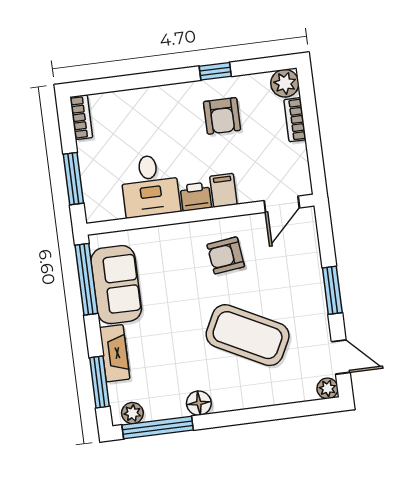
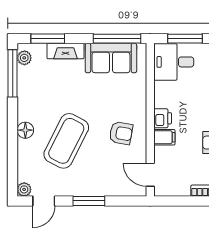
desk: (150, 186) -> (174, 62), moved
armchair: (226, 255) -> (121, 133), turned 107
floor lamp: (199, 403) -> (25, 130), moved

